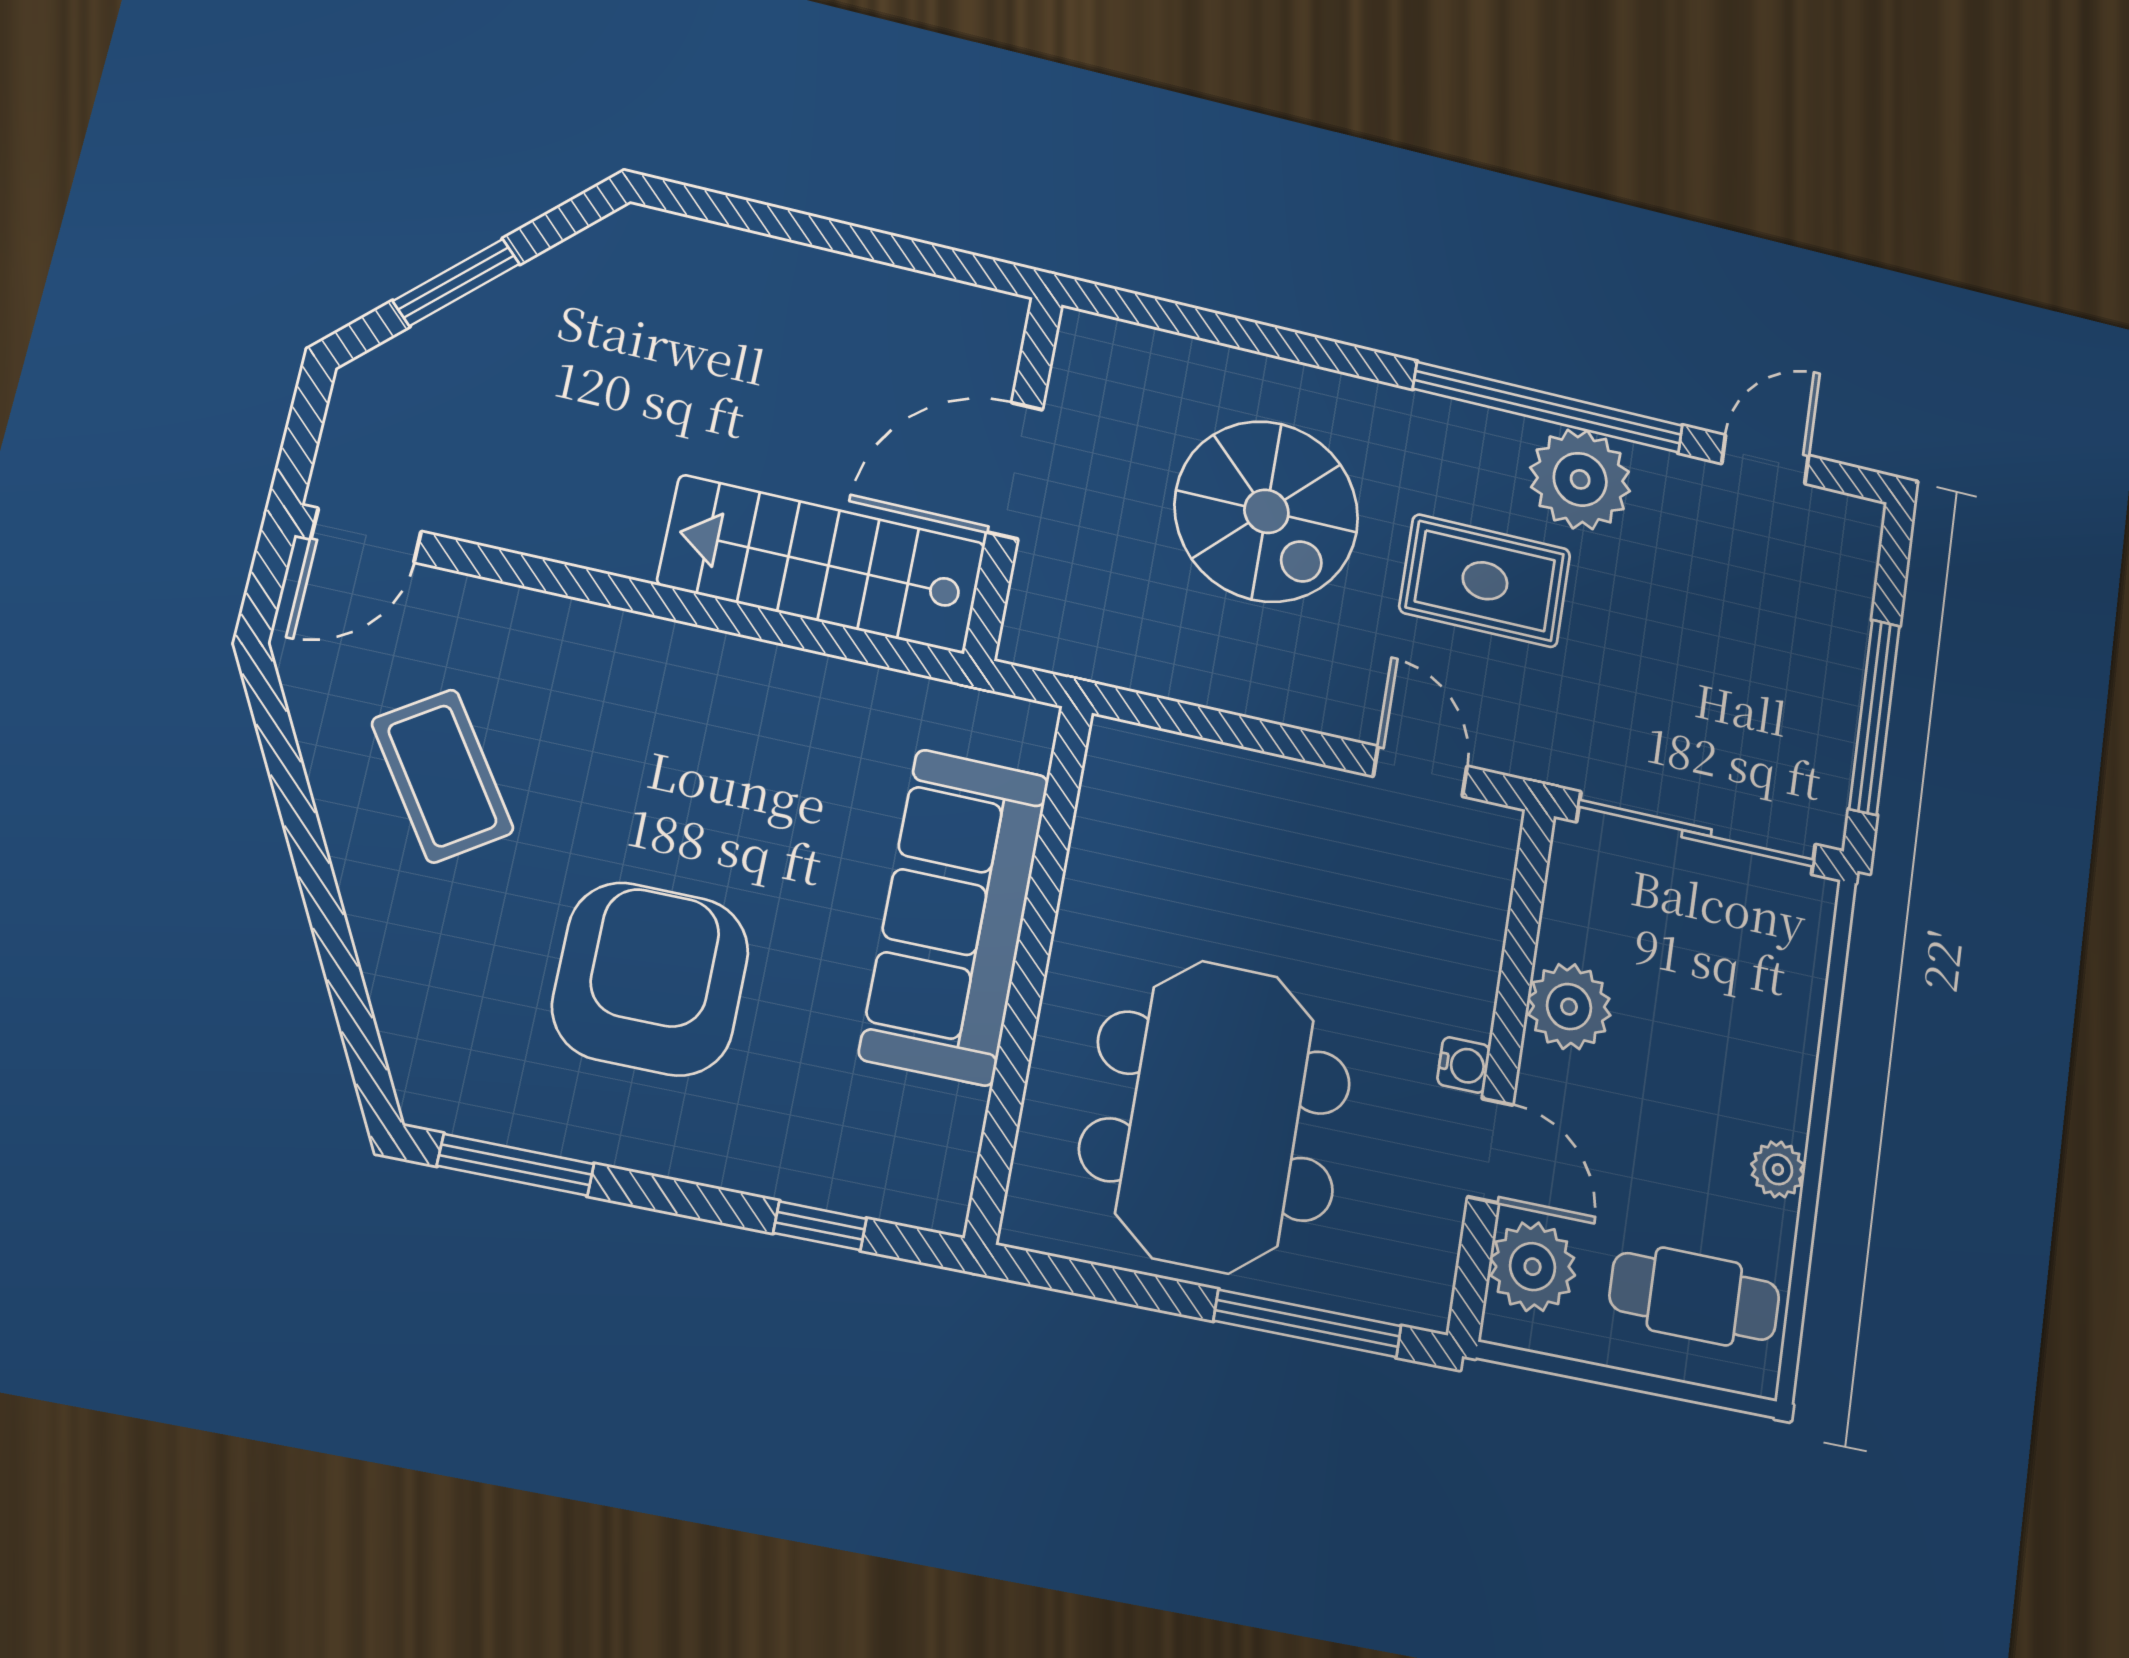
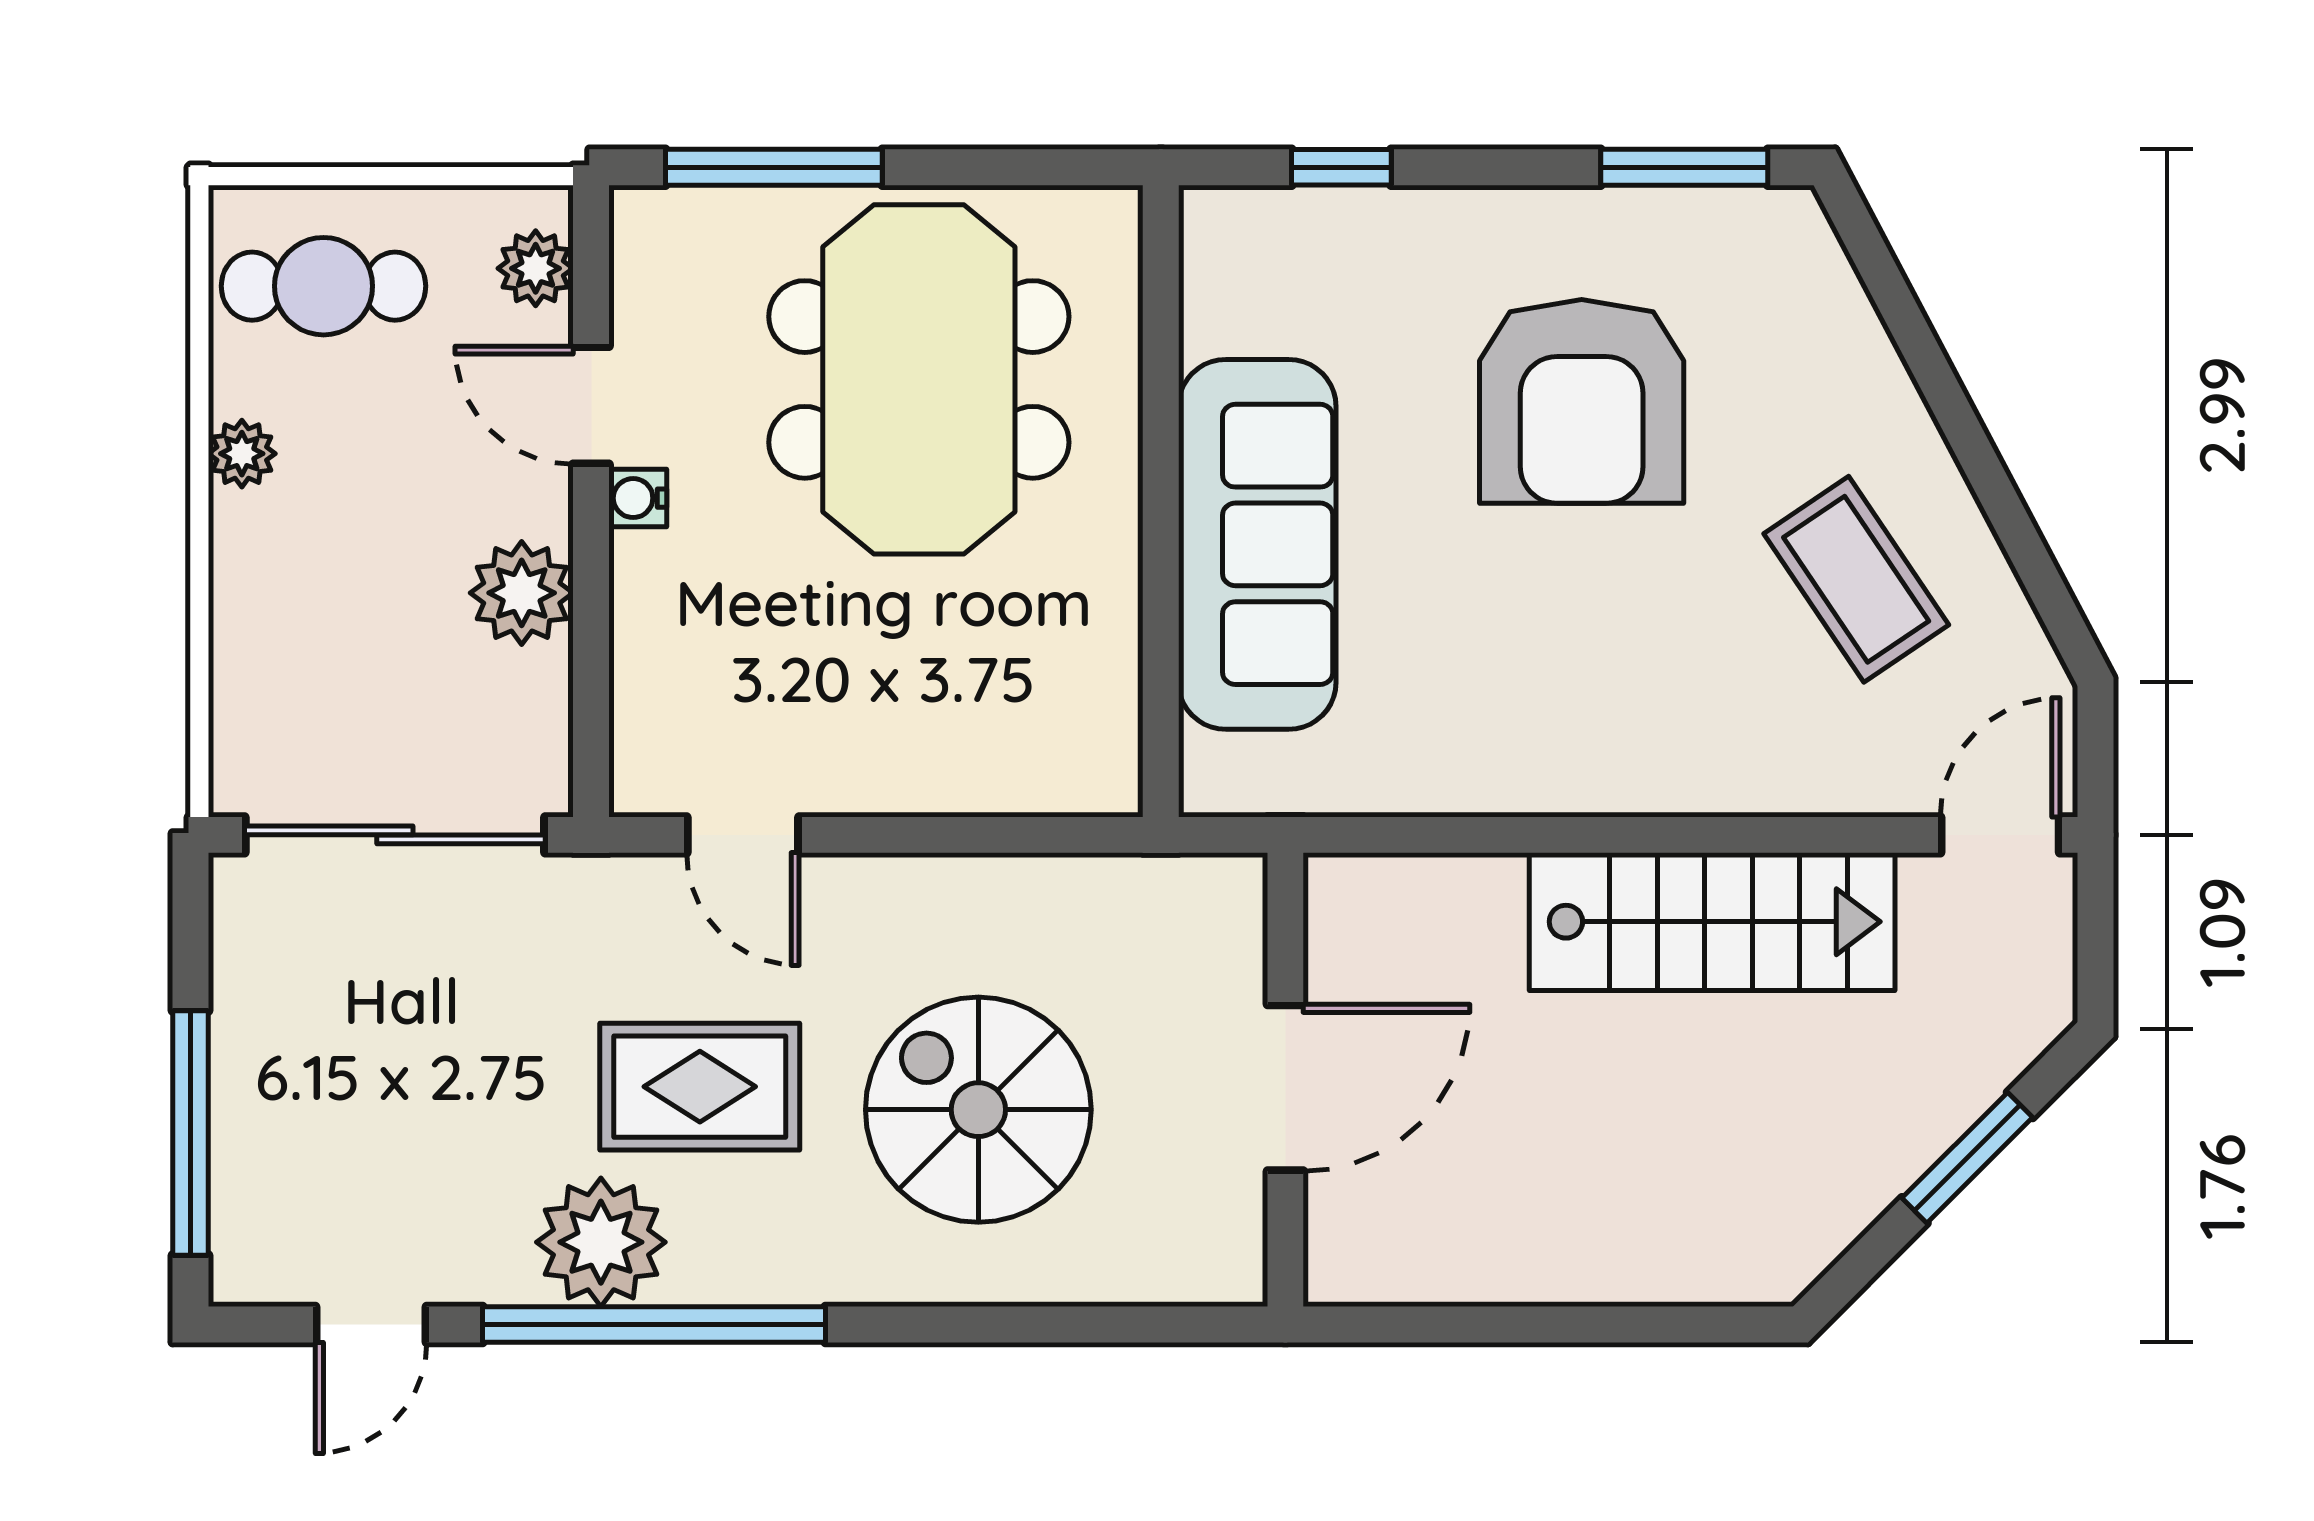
stairs: (822, 564) -> (1712, 922), moved
window: (1874, 717) -> (190, 1133), moved
plant: (1533, 1267) -> (536, 268), width x0.73, depth x0.73

